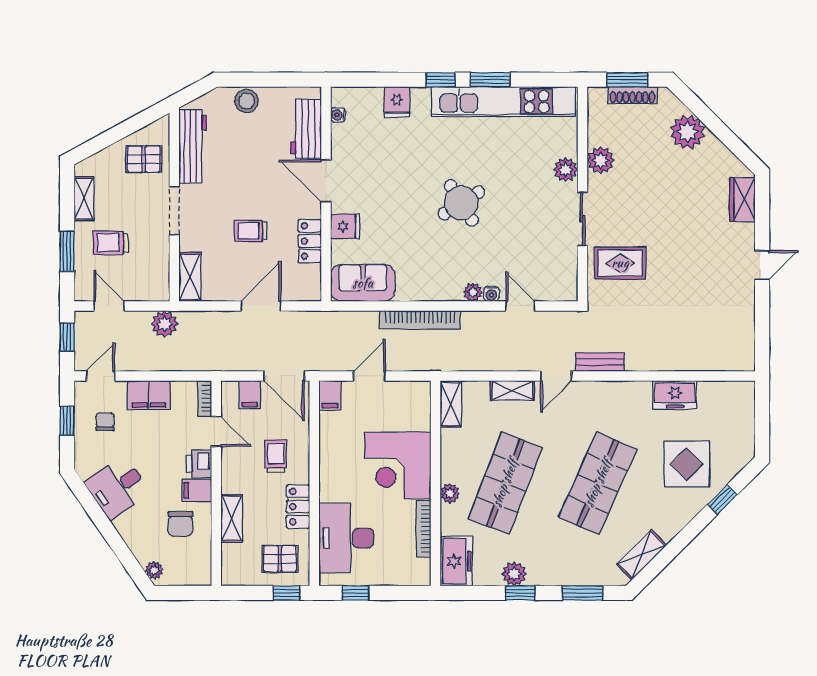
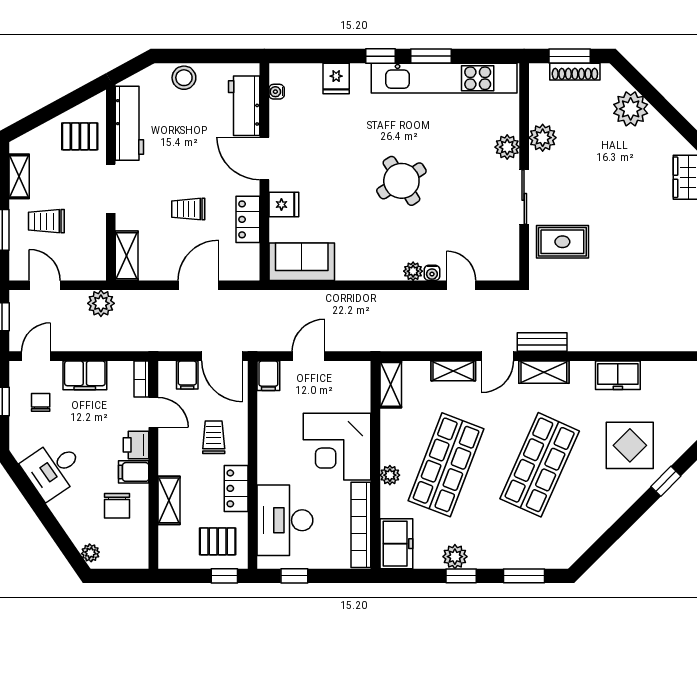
bookcase: (420, 320) -> (360, 299), removed
bookcase: (424, 529) -> (361, 525), width x1.48, depth x1.31
shelving: (642, 555) -> (544, 372), moved, turned 45

